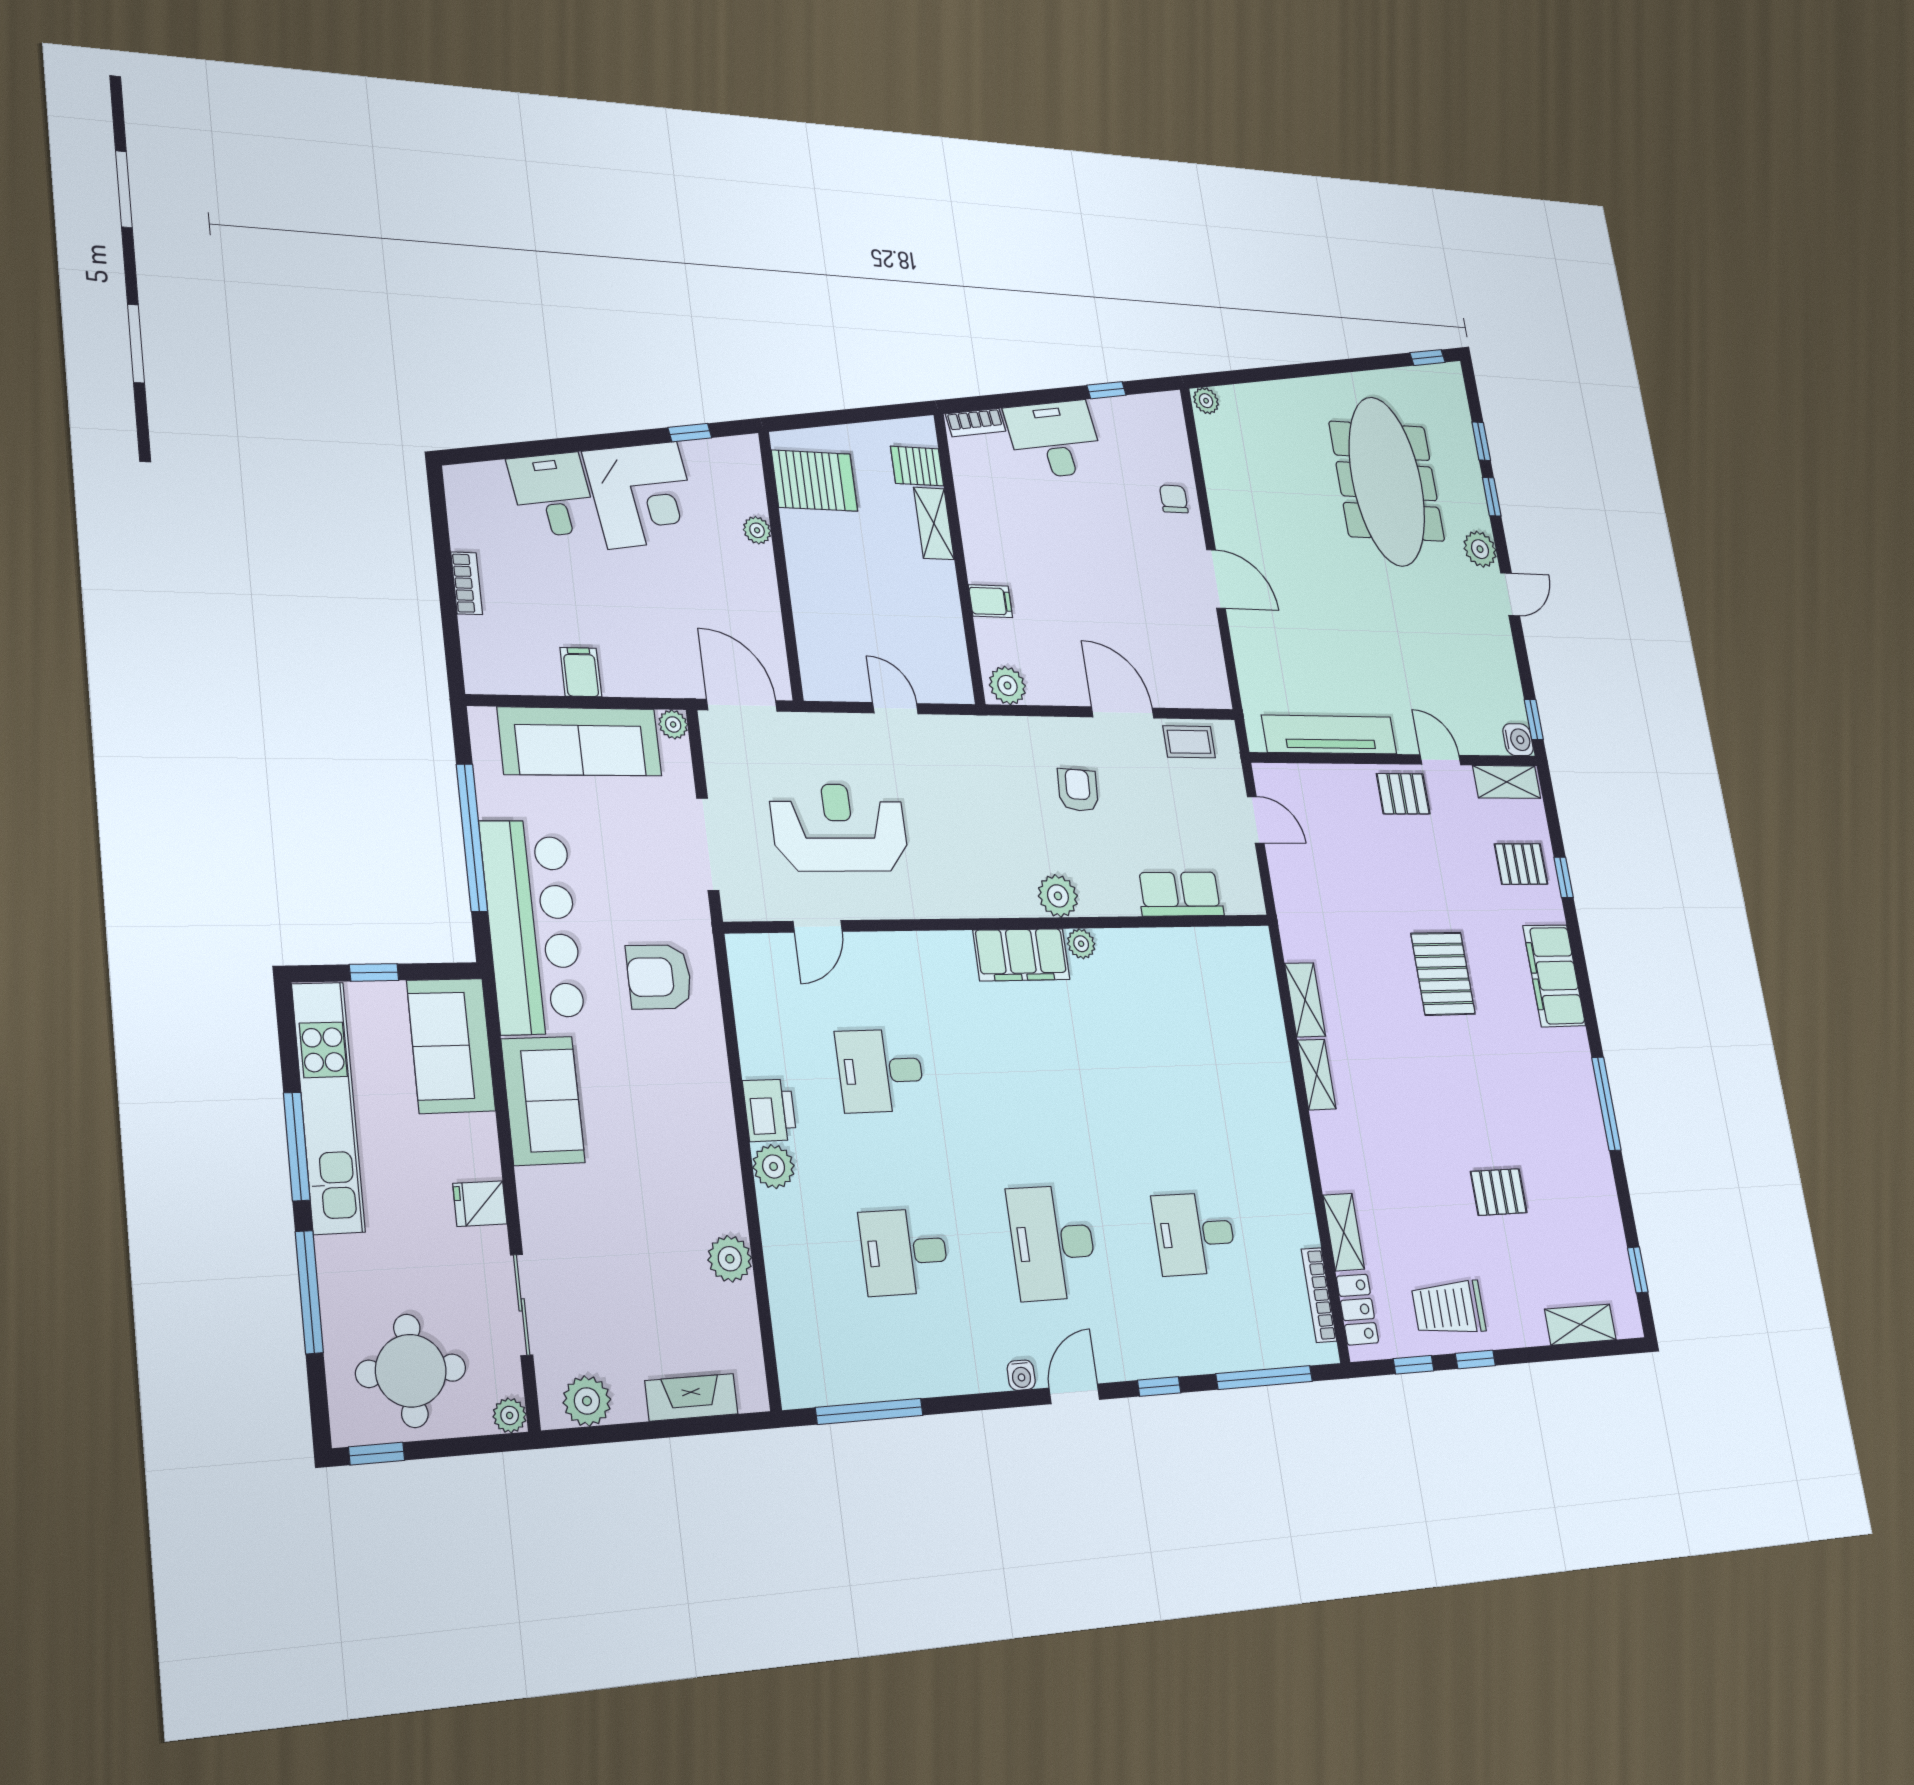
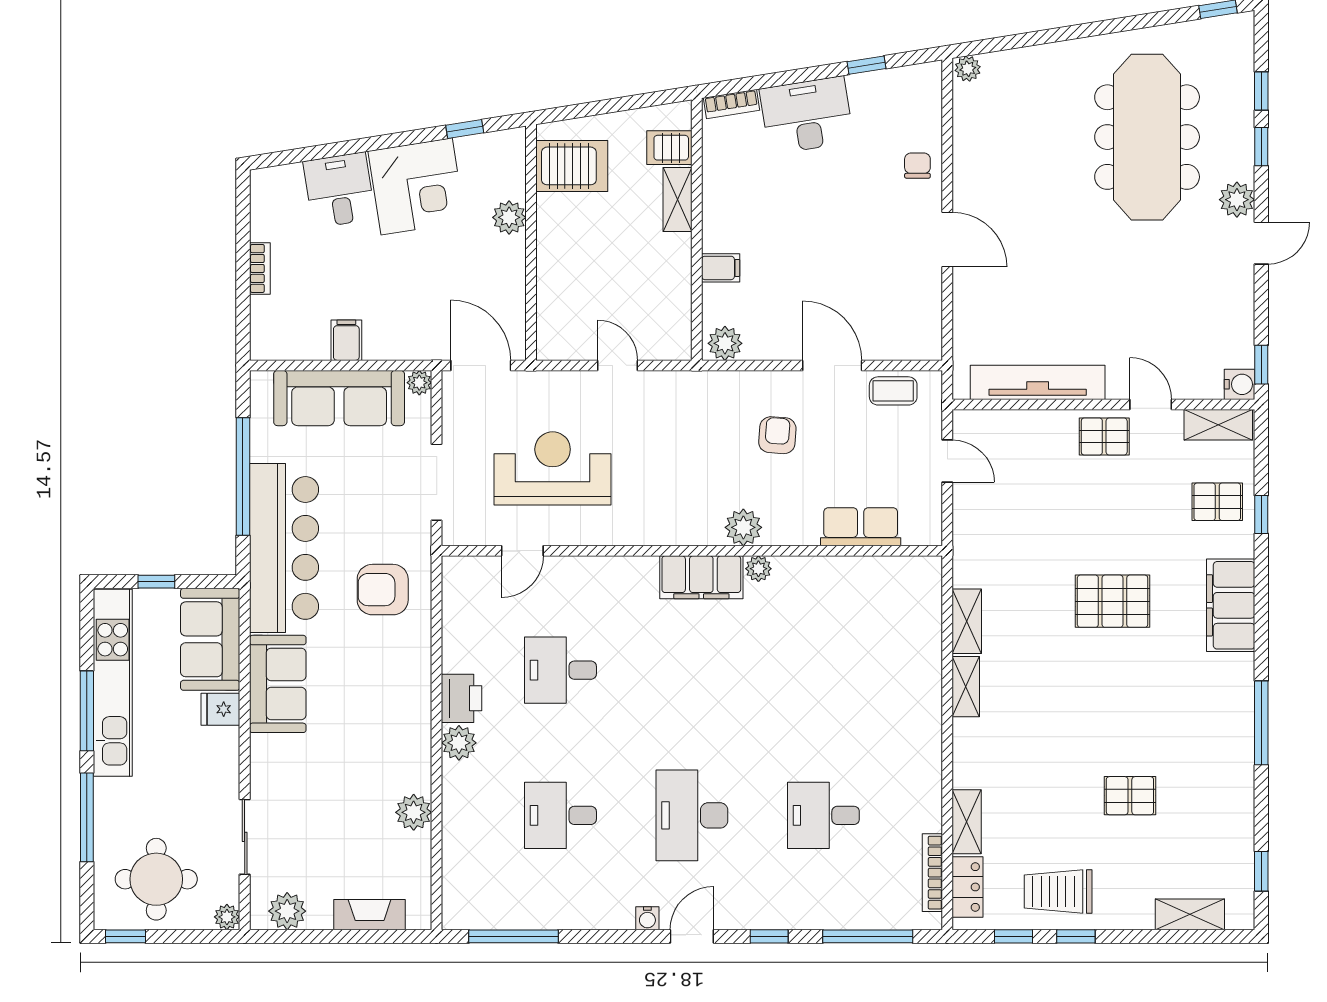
plant: (757, 530) -> (509, 217), width x1.38, depth x1.38
pallet: (1443, 974) -> (1113, 601), turned 90
fridge: (480, 1204) -> (220, 709), moved

